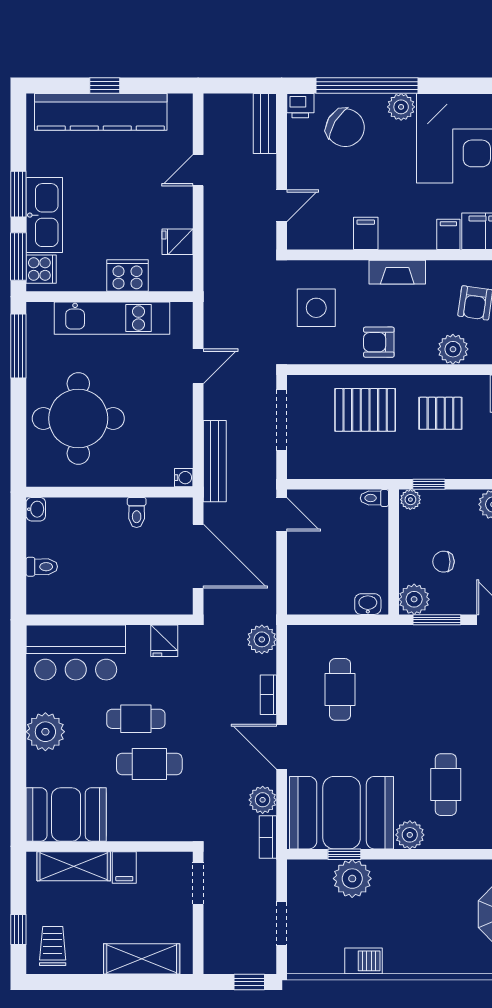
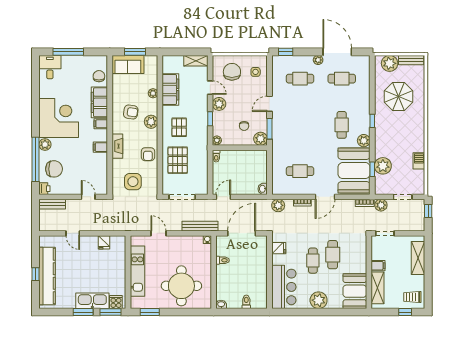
chair: (345, 128) -> (54, 169), turned 59
filing cabinet: (366, 233) -> (100, 147), moved
cooker: (128, 275) -> (119, 264), removed
window: (18, 346) -> (150, 312), width x0.69
window: (429, 484) -> (210, 119), moved
washbasin: (368, 604) -> (263, 189), moved
cafe table: (446, 785) -> (342, 125), turned 90
plant: (263, 800) -> (381, 205), moved
window: (455, 854) -> (372, 121), added

